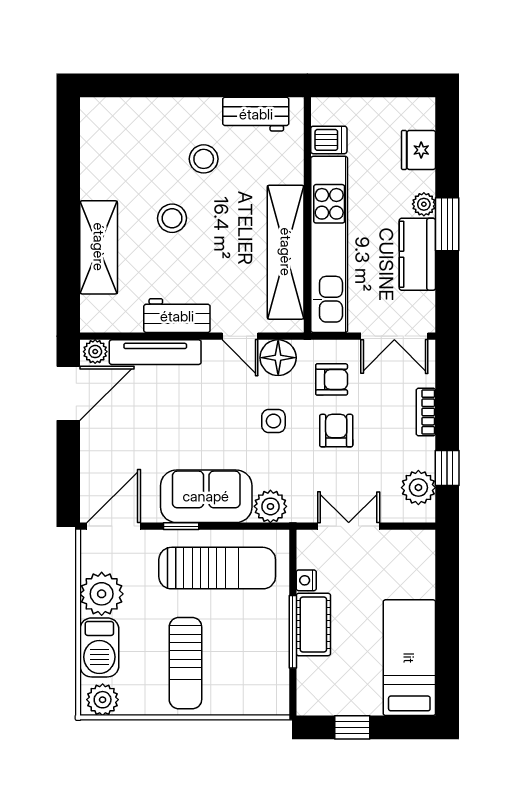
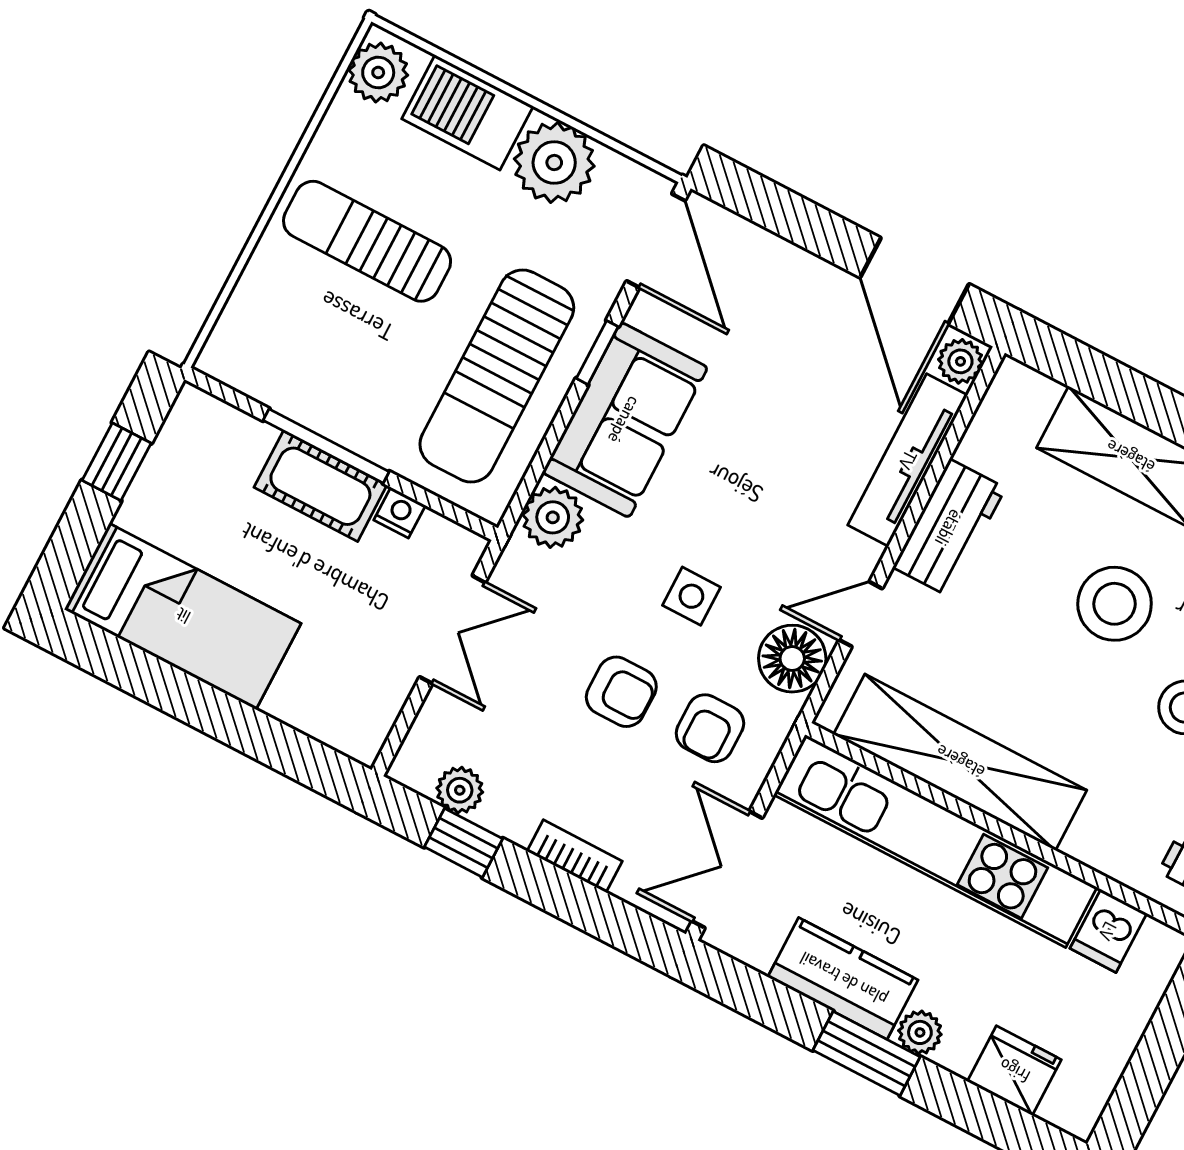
stool: (172, 218) -> (1115, 604), width x1.38, depth x1.38
plant: (418, 488) -> (460, 790), width x0.73, depth x0.73

